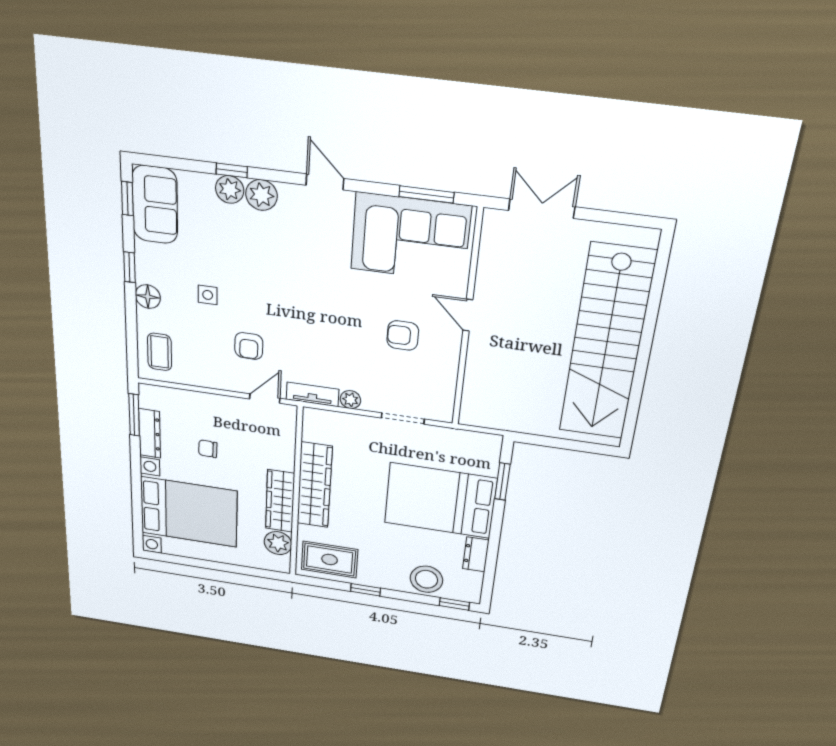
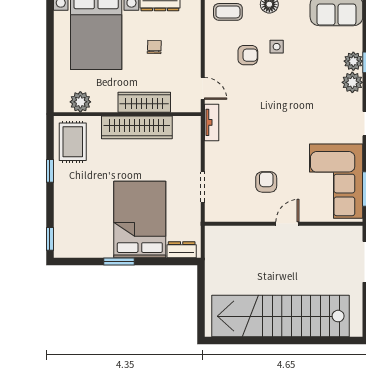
armchair: (249, 346) -> (248, 55), moved, turned 180
plant: (350, 400) -> (212, 149), removed
window: (502, 481) -> (119, 261), moved
wardrobe: (280, 501) -> (144, 102), moved
dresser: (476, 554) -> (182, 250), moved
stool: (426, 579) -> (69, 216), removed

